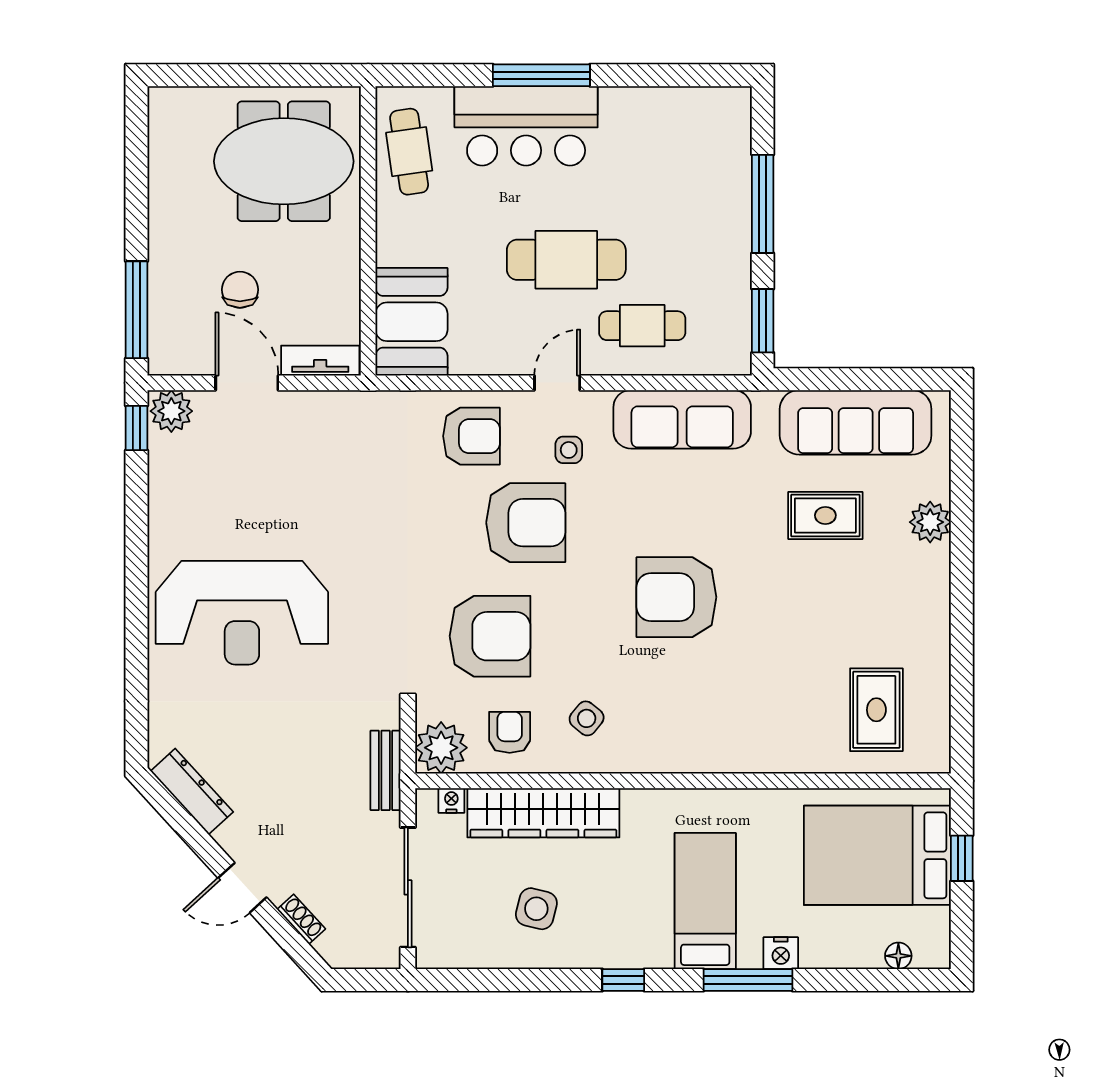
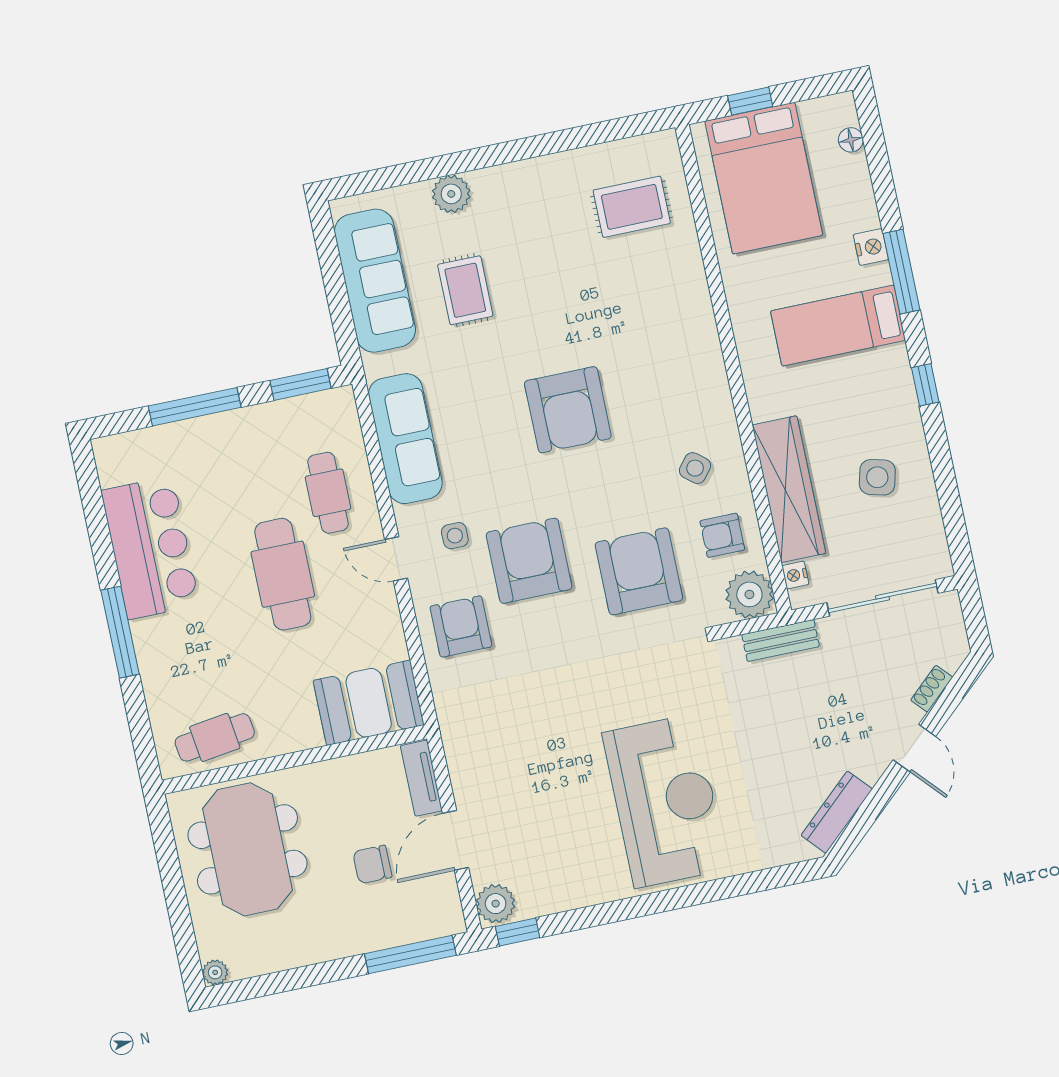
plant: (161, 100) -> (215, 972), added
bar counter: (526, 126) -> (150, 548), moved

